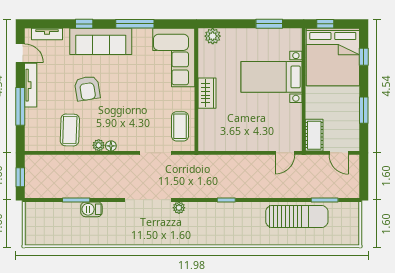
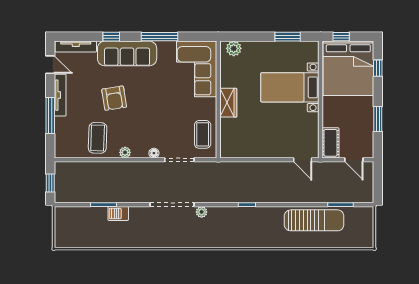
tv unit: (47, 34) -> (76, 46), width x1.41
floor lamp: (111, 146) -> (154, 153), moved
door: (285, 153) -> (303, 160), hinge flipped

